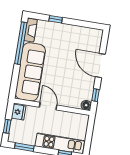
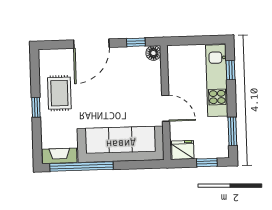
window: (56, 19) -> (36, 107), moved
rug: (72, 38) -> (59, 93), added
door: (48, 106) -> (166, 108), swing flipped

